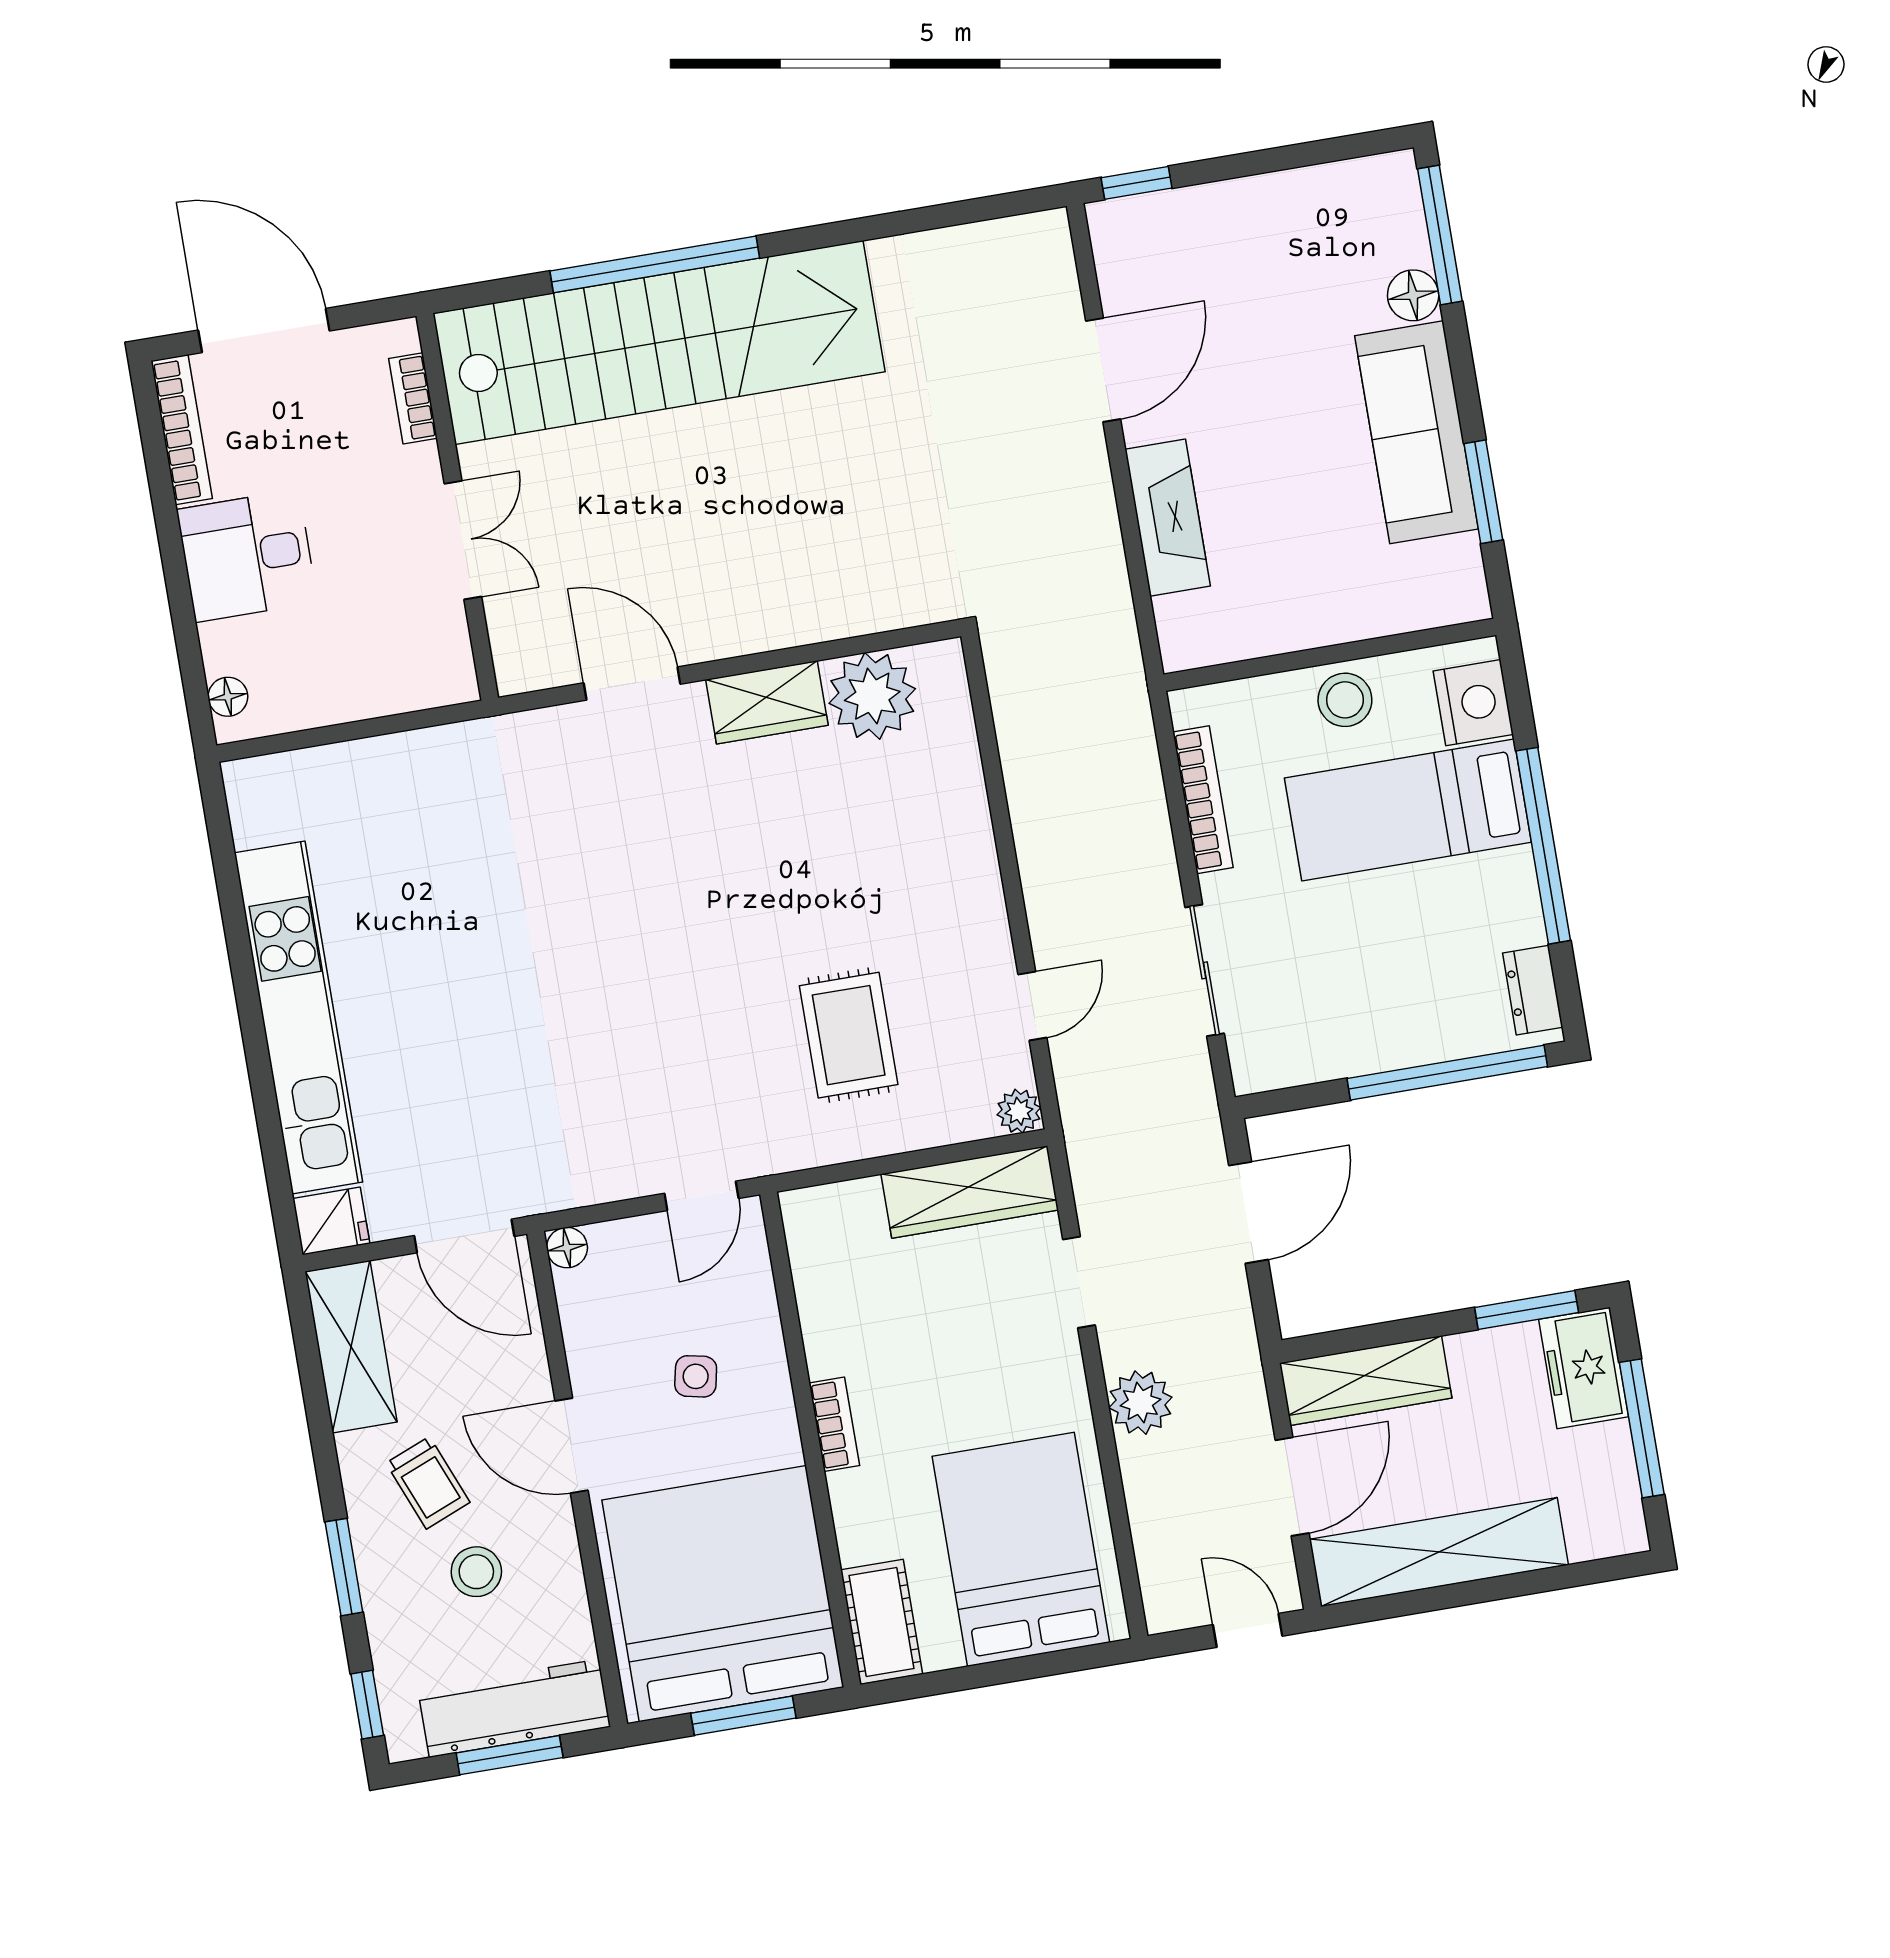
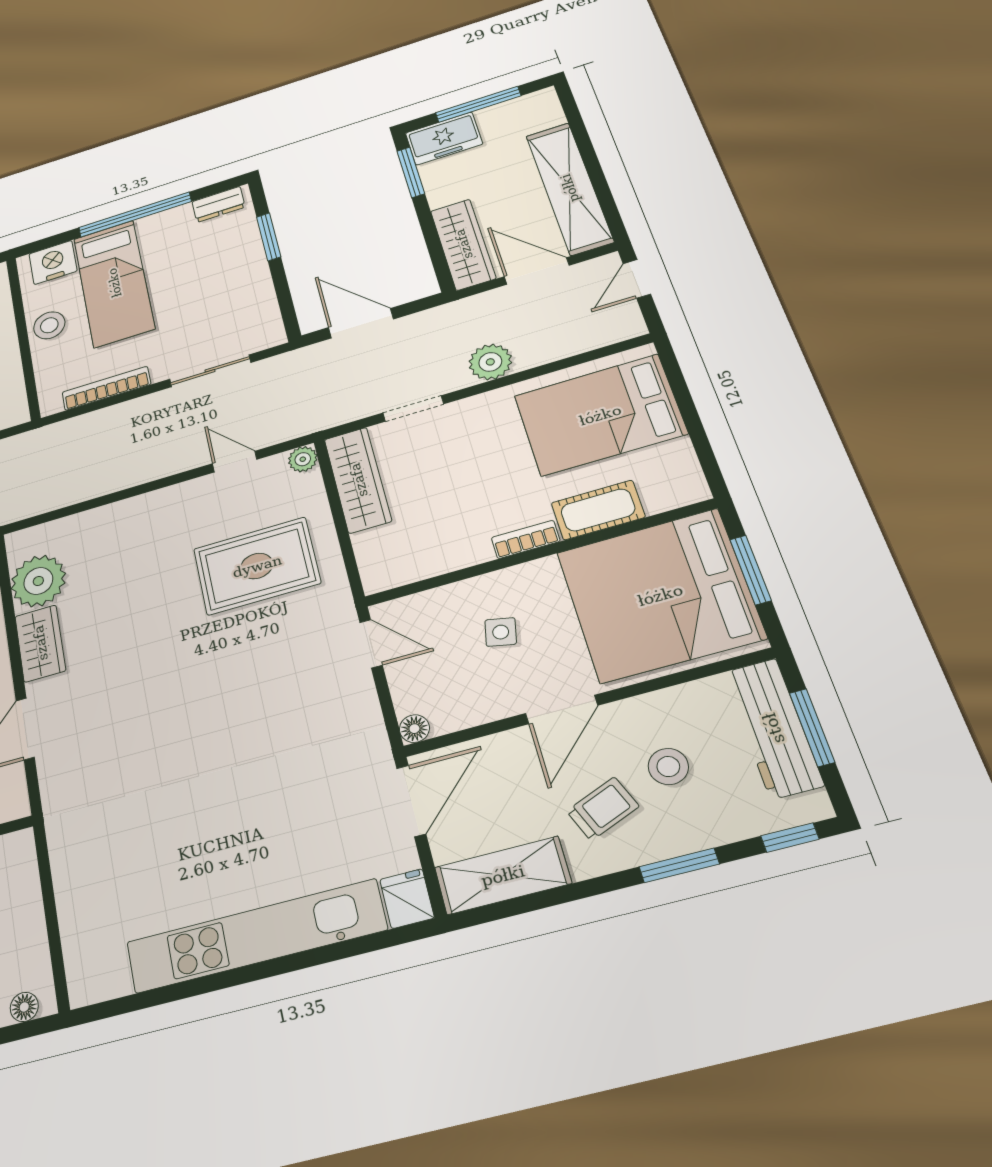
rug: (849, 1035) -> (257, 566), width x1.36, depth x1.43
window: (1447, 1073) -> (269, 237), width x0.47
cot: (882, 1622) -> (598, 510), moved

